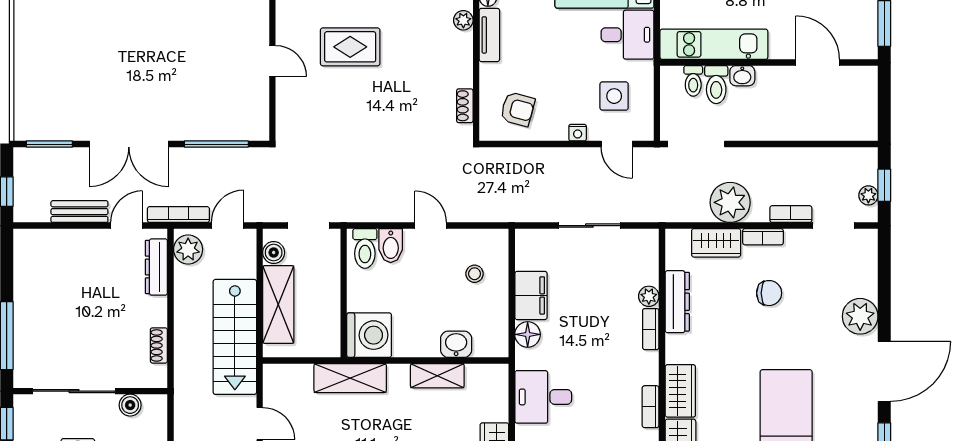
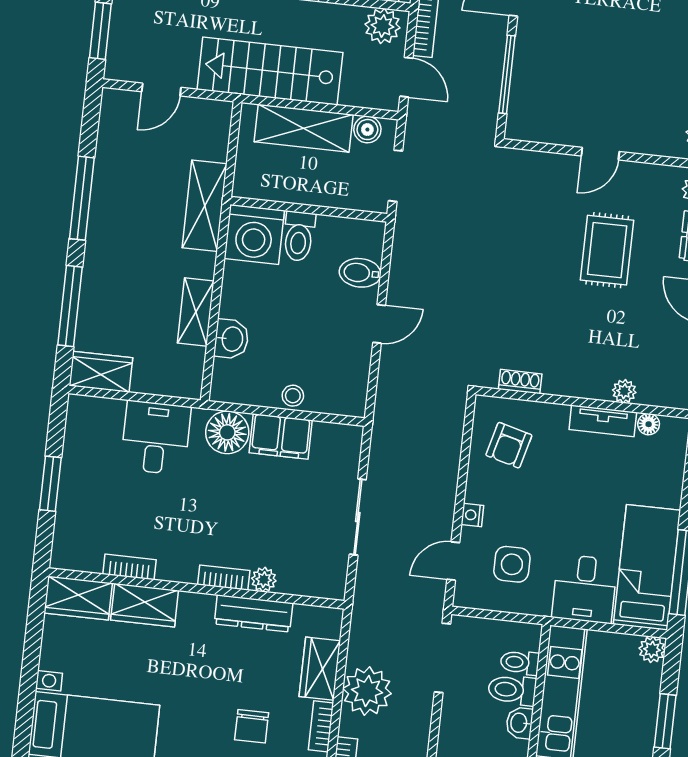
toilet: (365, 248) -> (299, 236), moved, turned -90
stool: (475, 274) -> (293, 396), moved
floor lamp: (528, 334) -> (227, 432), width x1.38, depth x1.38

